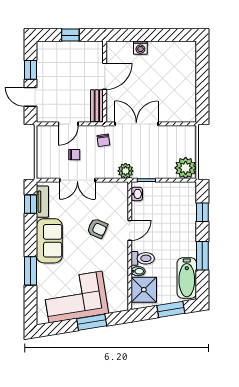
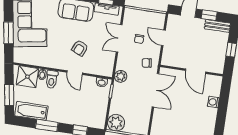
bench: (97, 106) -> (217, 26), moved

